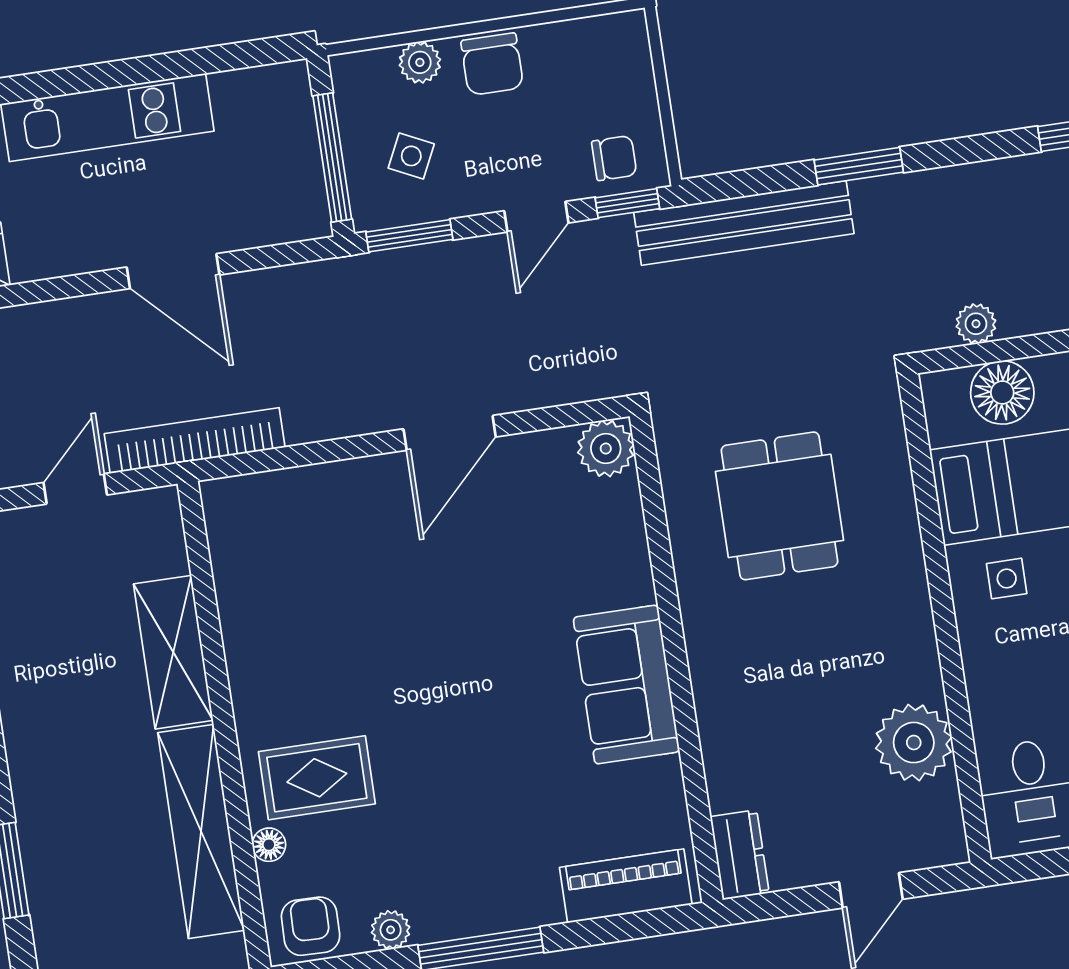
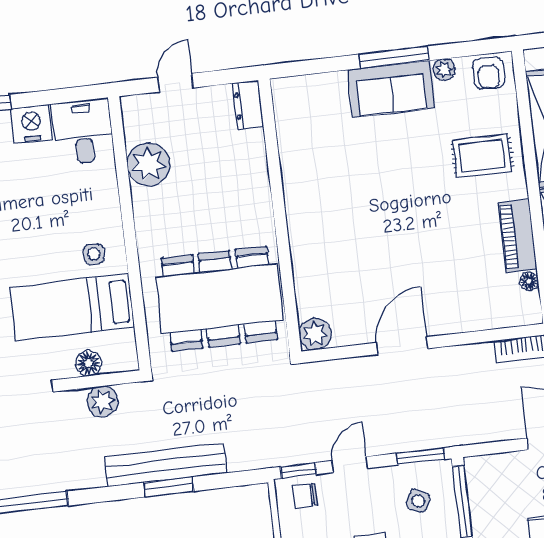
bench: (744, 223) -> (166, 465), moved
plant: (976, 324) -> (103, 401), width x1.38, depth x1.38
floor lamp: (1002, 392) -> (89, 363), width x0.73, depth x0.73
dining table: (780, 506) -> (219, 299), width x1.88, depth x1.24
sofa: (626, 685) -> (391, 89), moved, turned 90
floor lamp: (269, 845) -> (529, 281), moved
piano: (626, 886) -> (517, 236), moved, turned 90

